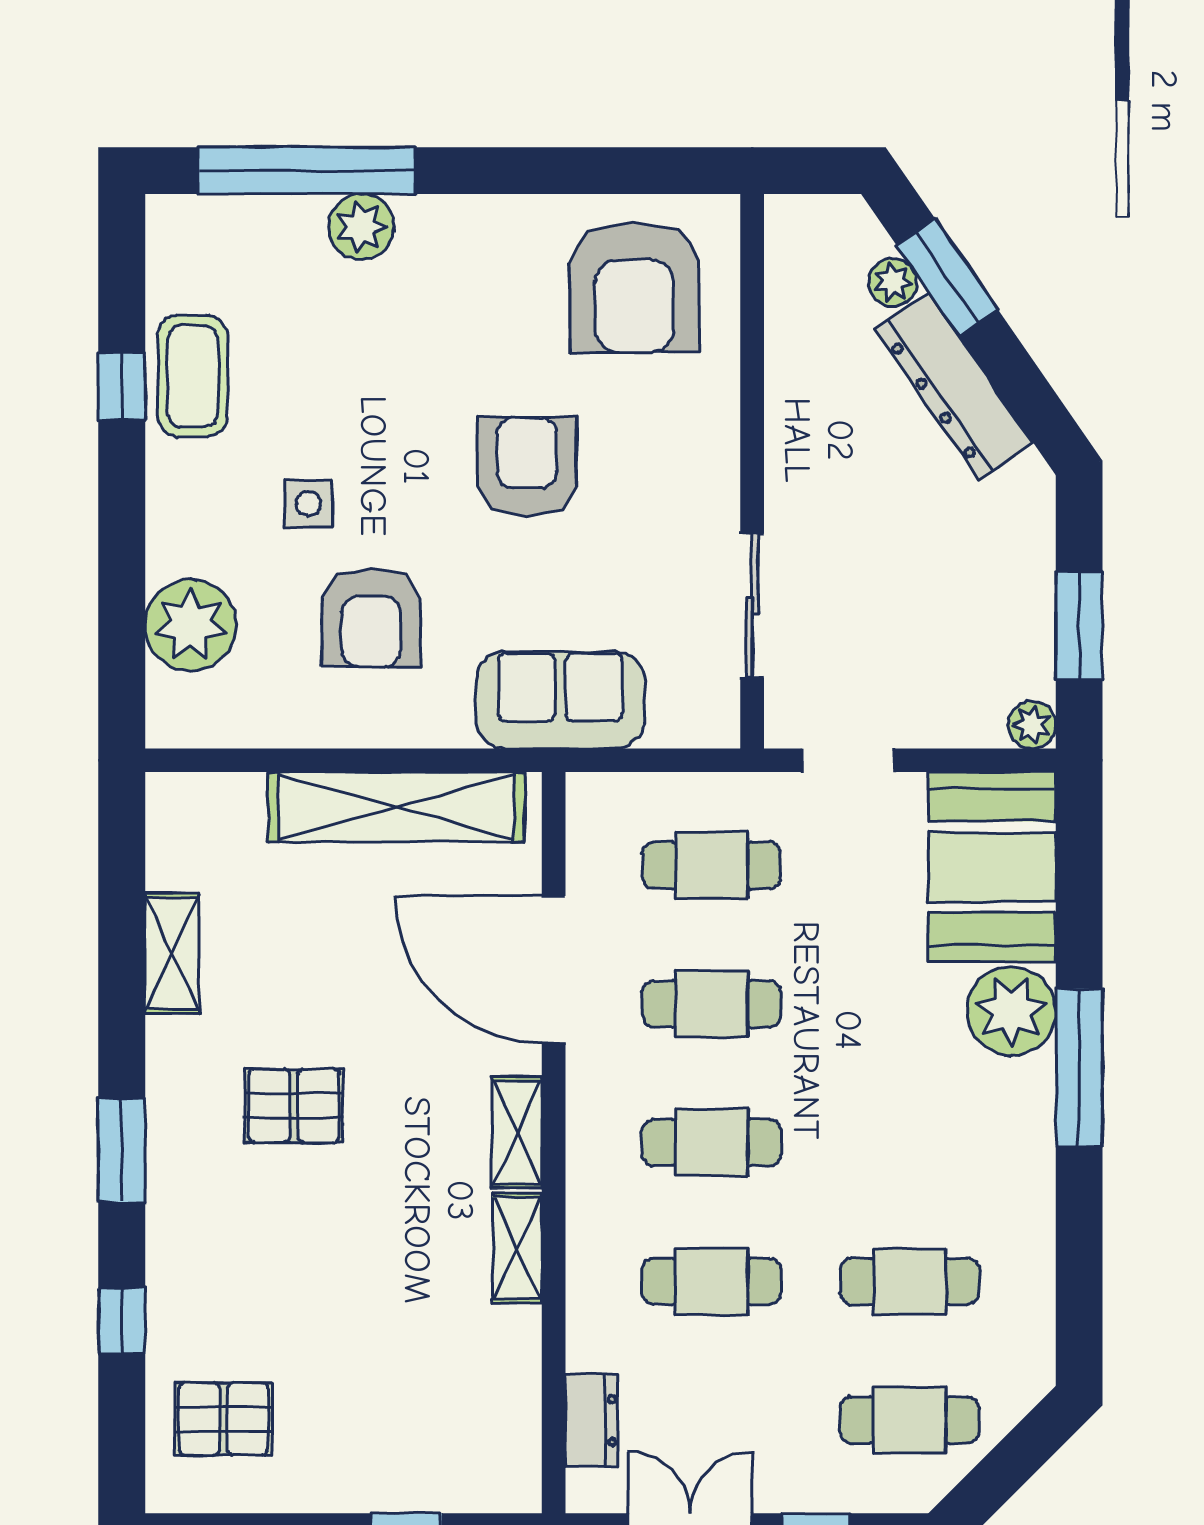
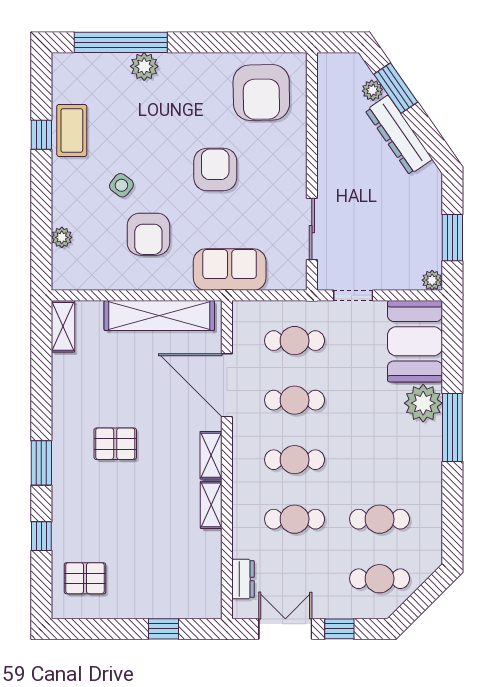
side table: (308, 504) -> (121, 185), turned 37
plant: (191, 625) -> (62, 237), width x0.53, depth x0.53
shelving: (172, 953) -> (63, 326), moved

